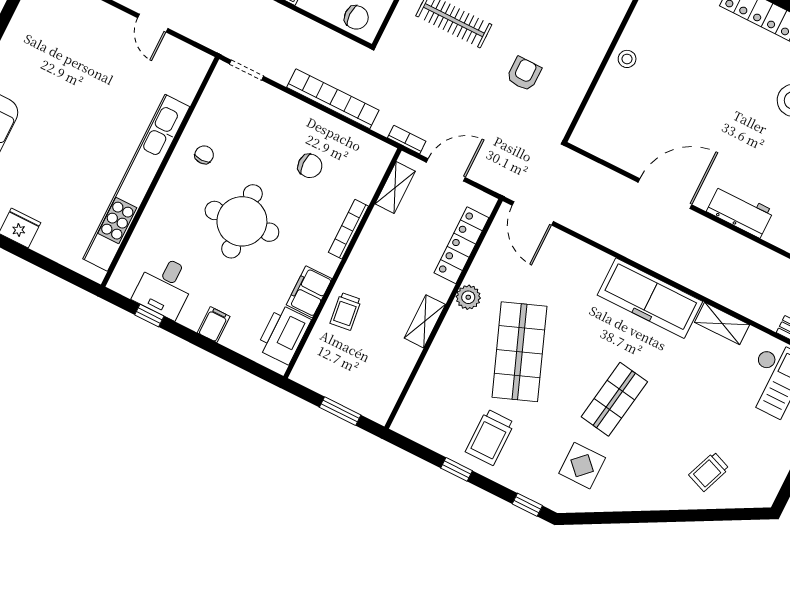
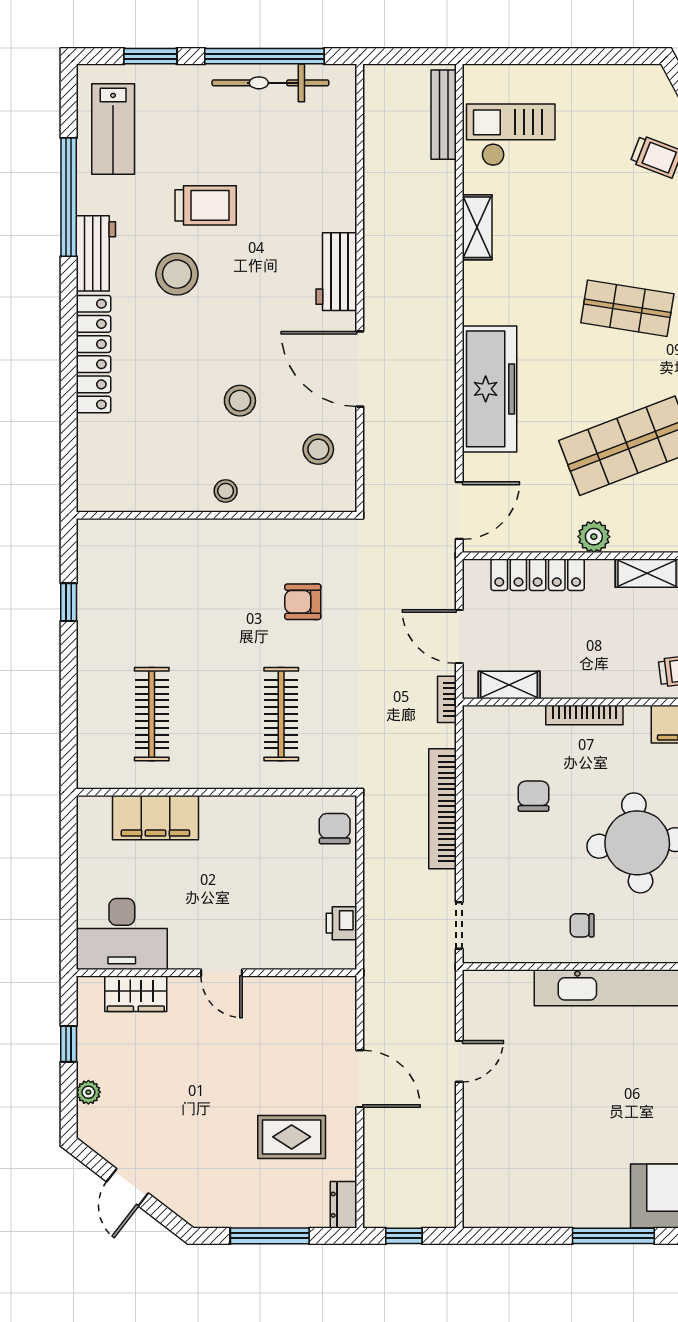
stool: (684, 100) -> (240, 401), added
stool: (624, 137) -> (318, 449), added
freezer: (650, 298) -> (489, 389), moved

